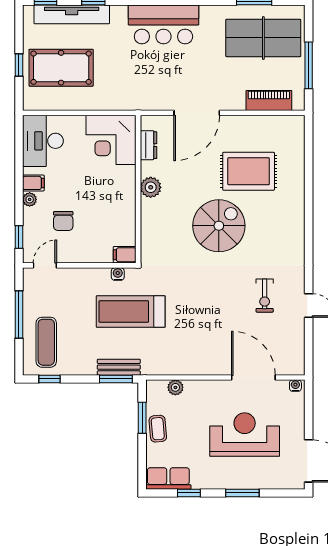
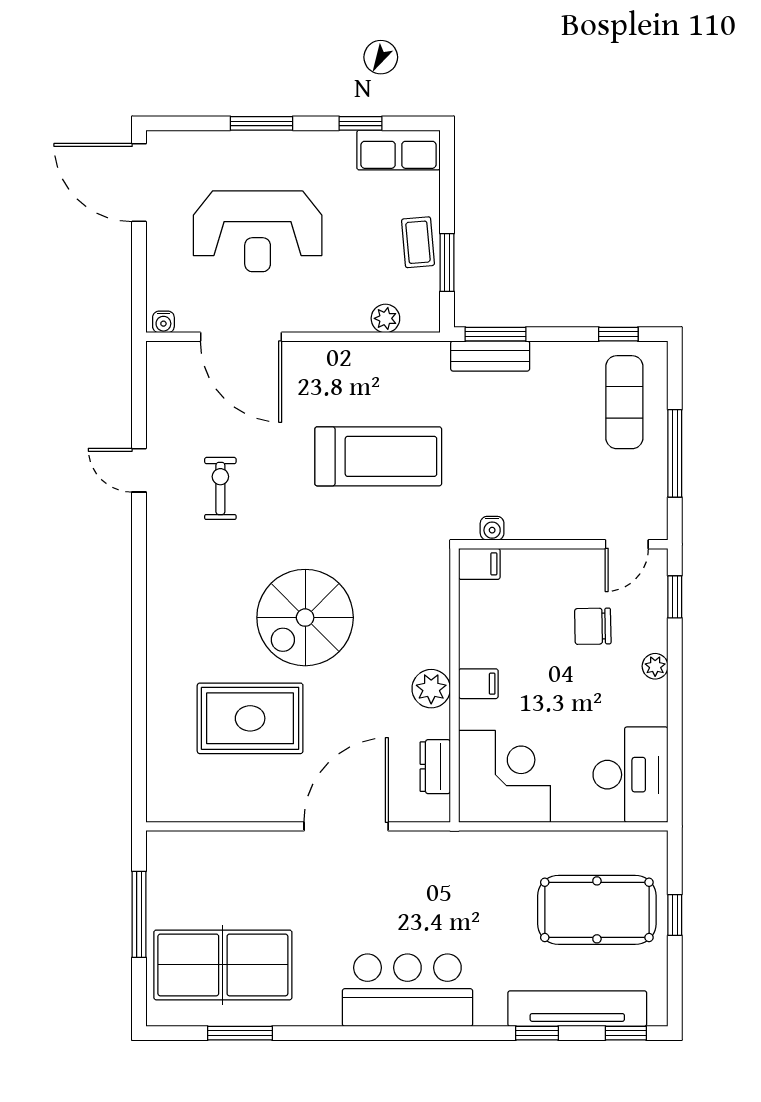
piano: (269, 100) -> (212, 849), removed
filing cabinet: (33, 183) -> (478, 684), moved, turned 180
chair: (63, 221) -> (593, 626), turned -91
treadmill: (131, 312) -> (378, 456), moved

